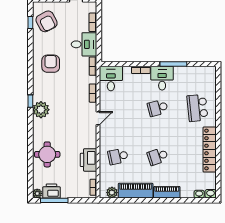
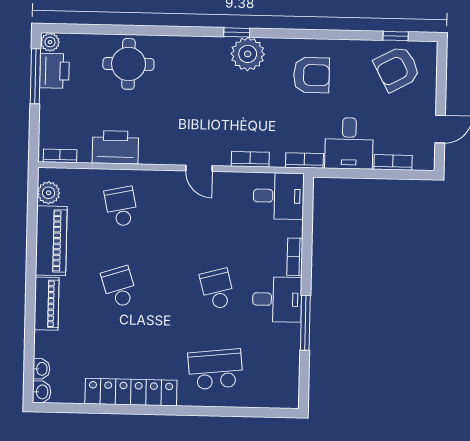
plant: (41, 110) -> (248, 54), moved

